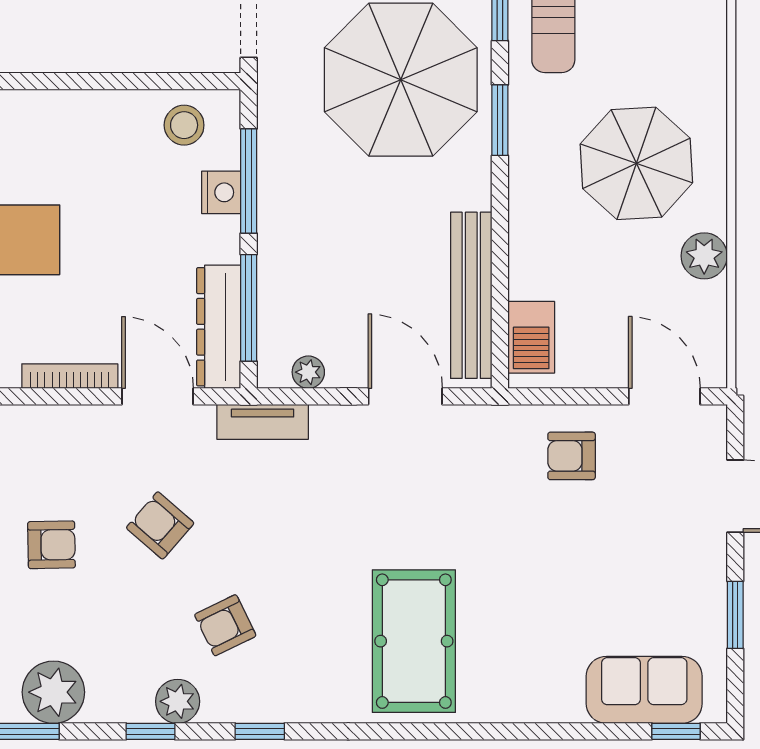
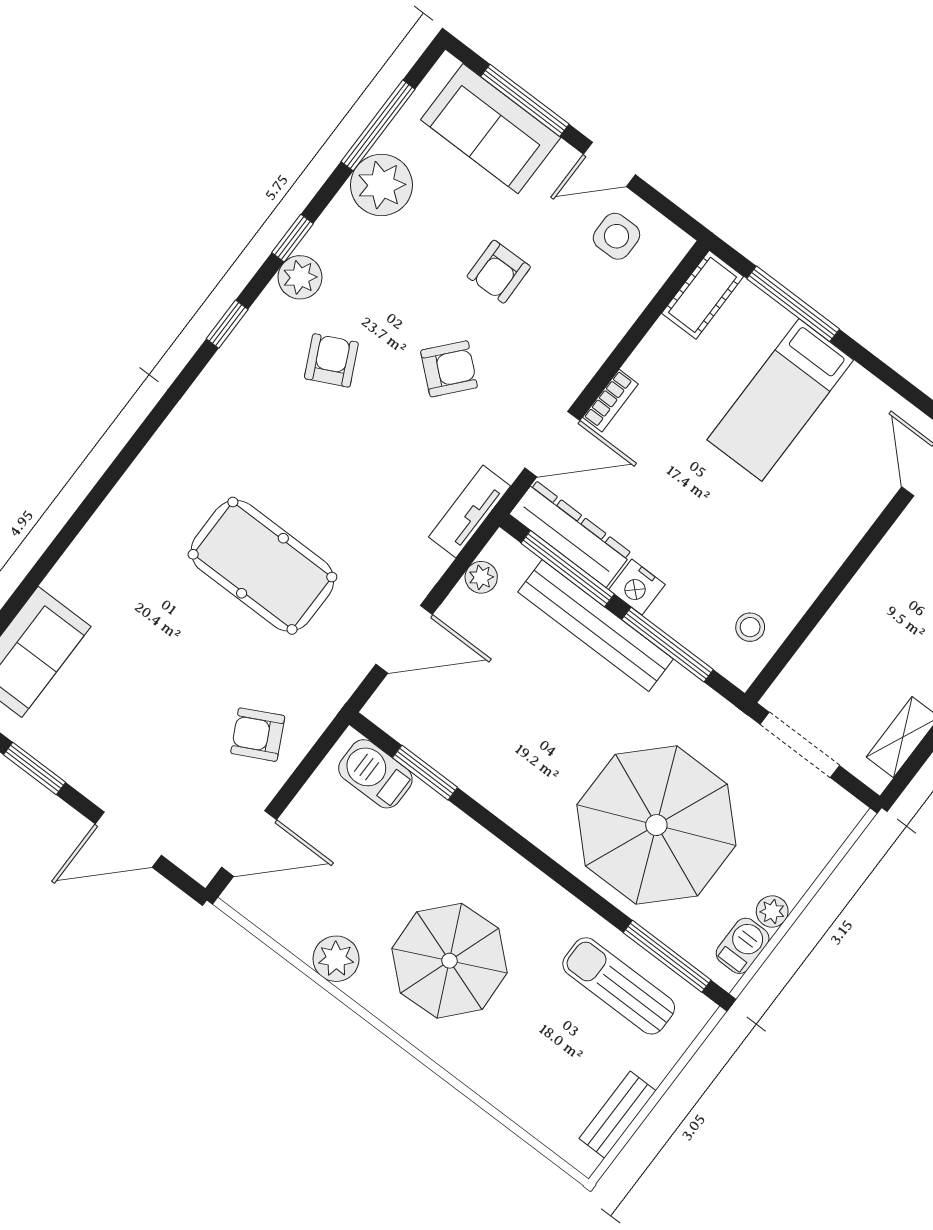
window: (500, 120) -> (425, 773), moved
stool: (184, 125) -> (750, 627), width x0.73, depth x0.73
nightstand: (221, 192) -> (637, 587), moved
bench: (471, 295) -> (596, 625), moved
bookcase: (70, 376) -> (610, 401), width x0.64
armchair: (572, 456) -> (258, 735), turned -117
pool table: (414, 641) -> (262, 566), moved

